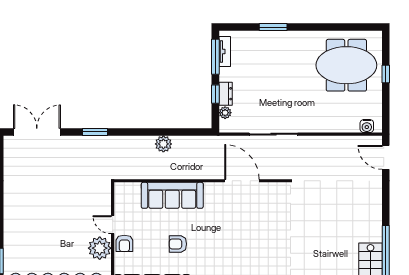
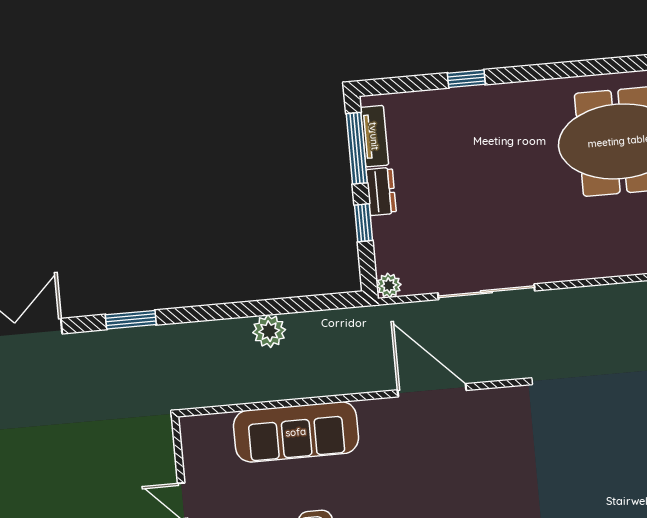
window: (273, 27) -> (466, 79), width x0.67
dresser: (226, 94) -> (381, 191), moved
plant: (225, 113) -> (389, 285), moved

